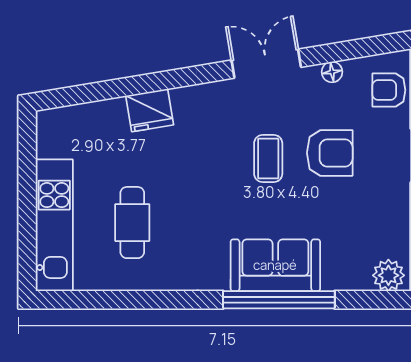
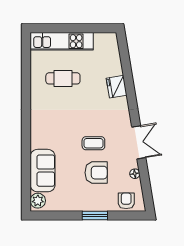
armchair: (330, 153) -> (96, 173), turned -90
sofa: (275, 265) -> (43, 171), moved
window: (279, 300) -> (26, 148), removed

